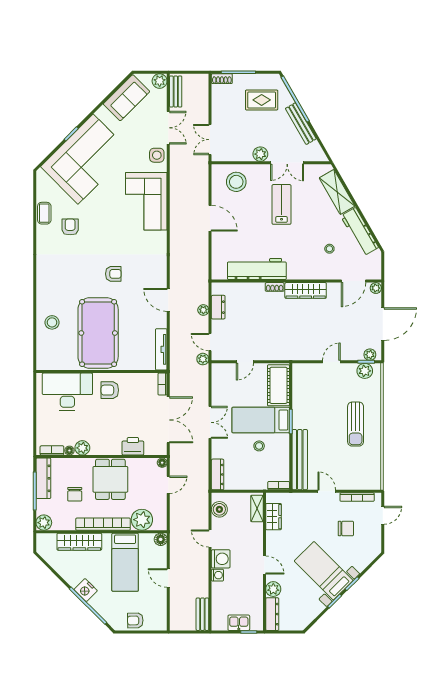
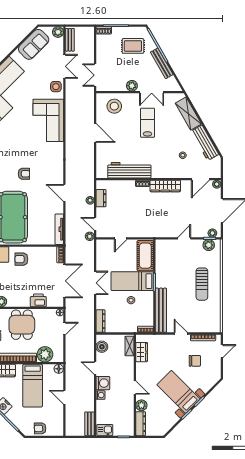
kitchen sink: (239, 623) -> (105, 430), moved

